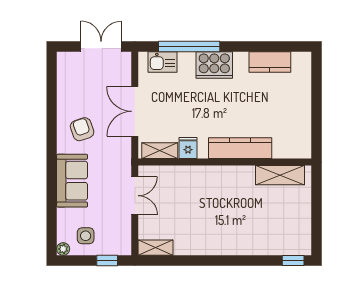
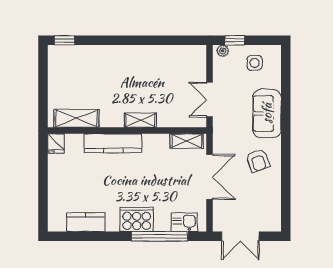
fridge: (188, 148) -> (56, 143), moved
shelving: (156, 248) -> (140, 120), moved
plant: (63, 249) -> (223, 51), moved

